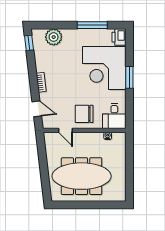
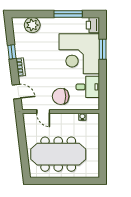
window: (29, 43) -> (12, 52), moved
window: (129, 77) -> (103, 49), moved
desk: (114, 116) -> (88, 87), moved, turned -90

